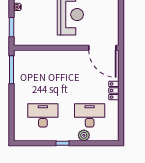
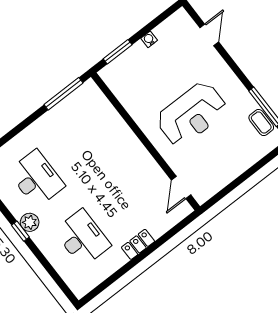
door: (102, 48) -> (181, 187), width x0.53
plant: (84, 135) -> (30, 222), moved

